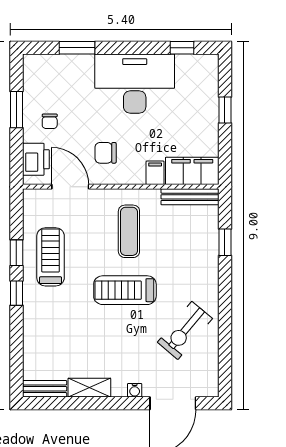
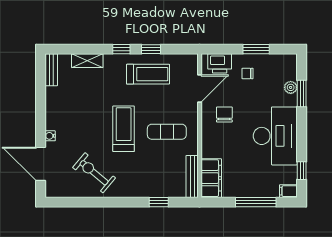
plant: (69, 63) -> (291, 87), added
window: (225, 110) -> (256, 202), width x2.17
filing cabinet: (155, 173) -> (288, 191), moved, turned 180
shelving: (89, 388) -> (87, 61), moved, turned 90

